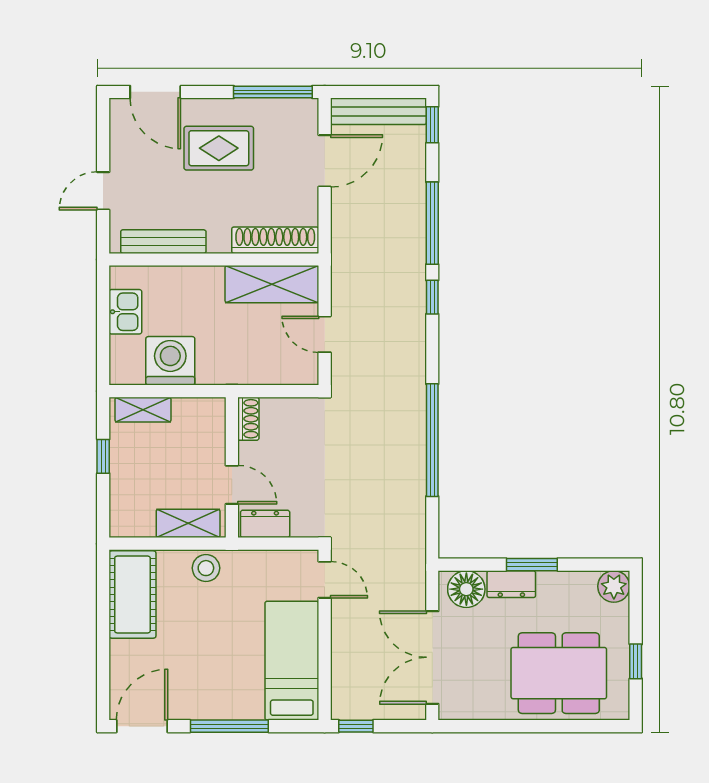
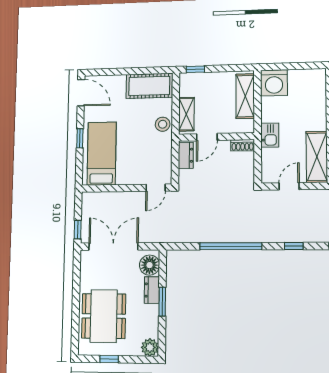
window: (432, 297) -> (294, 246), moved
kitchen sink: (125, 312) -> (270, 135), moved, turned -90
washing machine: (170, 361) -> (274, 83), moved, turned 90
shelving: (143, 410) -> (245, 96), width x1.50, depth x1.33
window: (103, 456) -> (195, 69), moved
bed: (292, 661) -> (102, 154), moved, turned -90
window: (229, 726) -> (80, 138), width x0.46
window: (356, 726) -> (78, 230), moved

